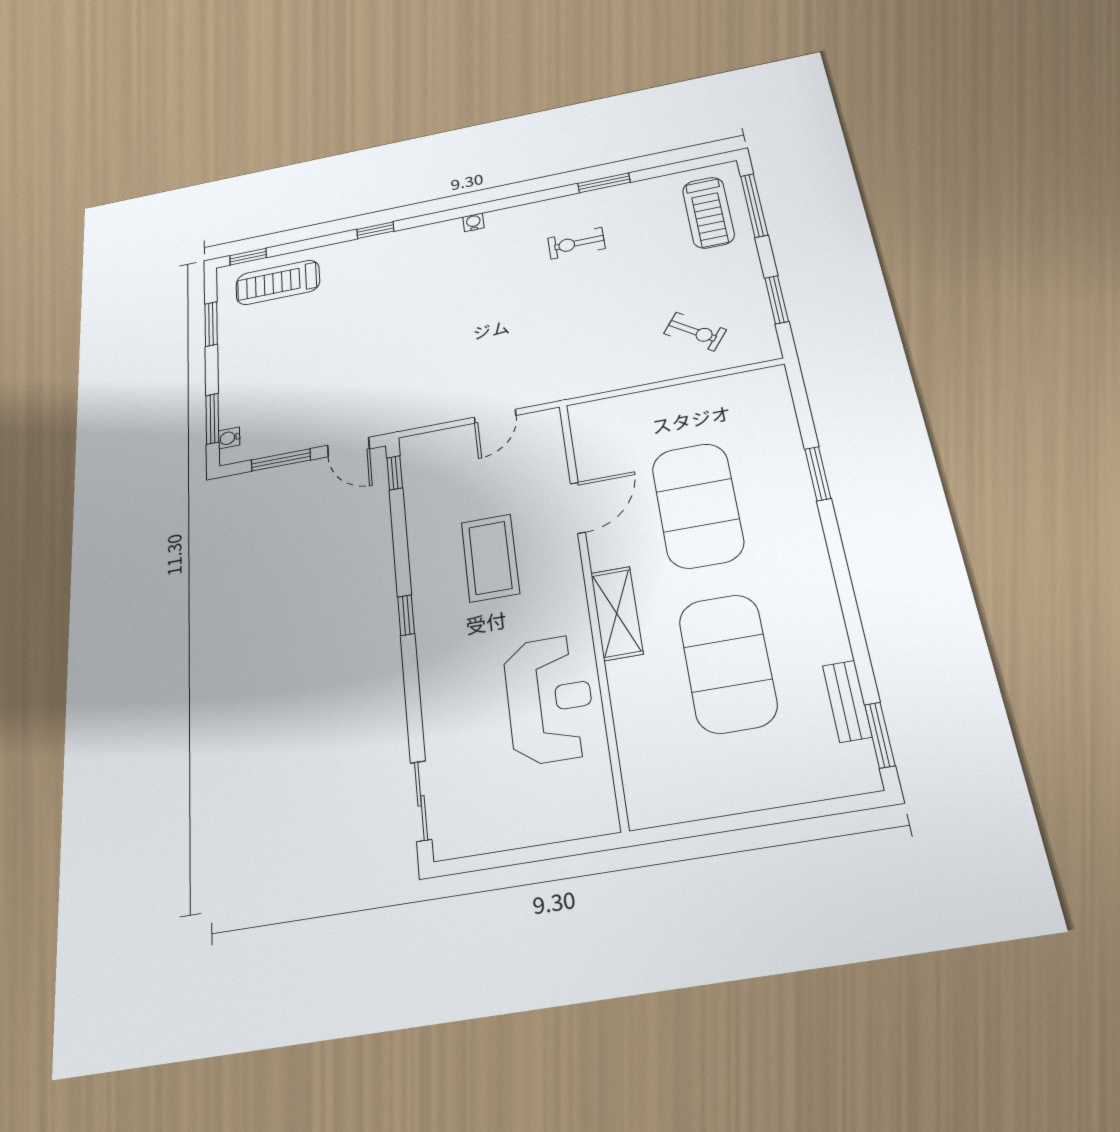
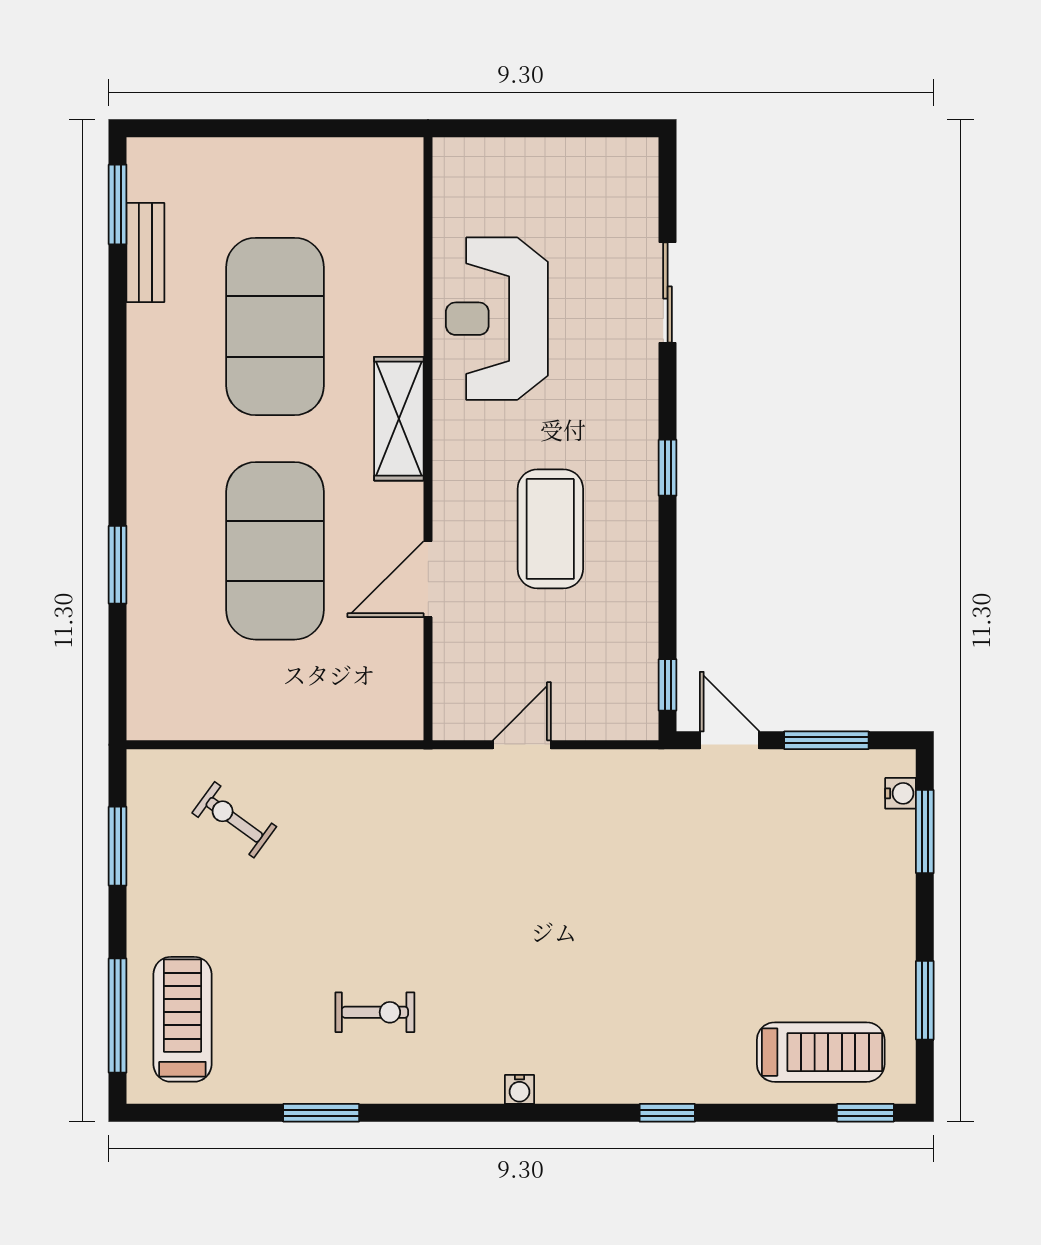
sliding door: (421, 801) -> (668, 292), moved

